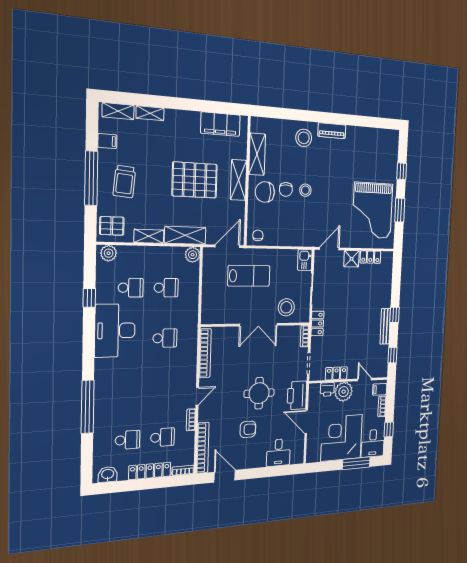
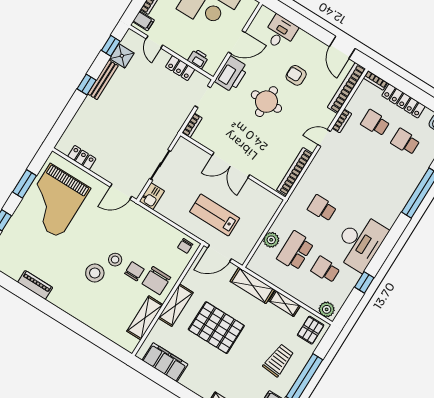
piano: (332, 131) -> (35, 285), moved
stool: (304, 138) -> (95, 273), moved
chair: (265, 192) -> (156, 281), turned 90
grand piano: (373, 210) -> (55, 201), turned 180
pallet: (112, 226) -> (311, 330), turned 90
plant: (193, 255) -> (271, 240), moved
shower: (351, 259) -> (122, 56), moved
school desk: (166, 288) -> (295, 251), width x1.85
stool: (286, 307) -> (195, 164), removed
locker: (317, 323) -> (173, 129), removed
double door: (258, 325) -> (231, 165), swing flipped
plant: (344, 392) -> (183, 45), removed
door: (306, 422) -> (237, 42), hinge flipped

